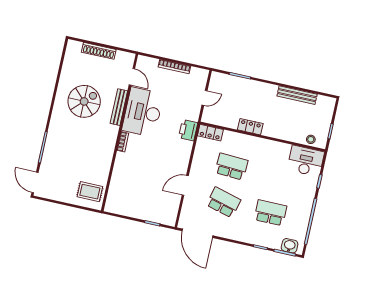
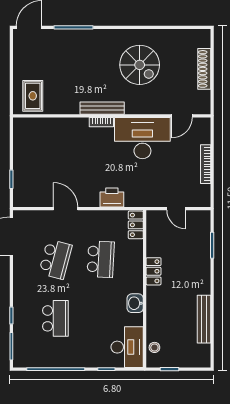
bench: (119, 107) -> (102, 108), moved
printer: (188, 130) -> (112, 198), moved
washbasin: (290, 246) -> (135, 303), moved, turned 180

